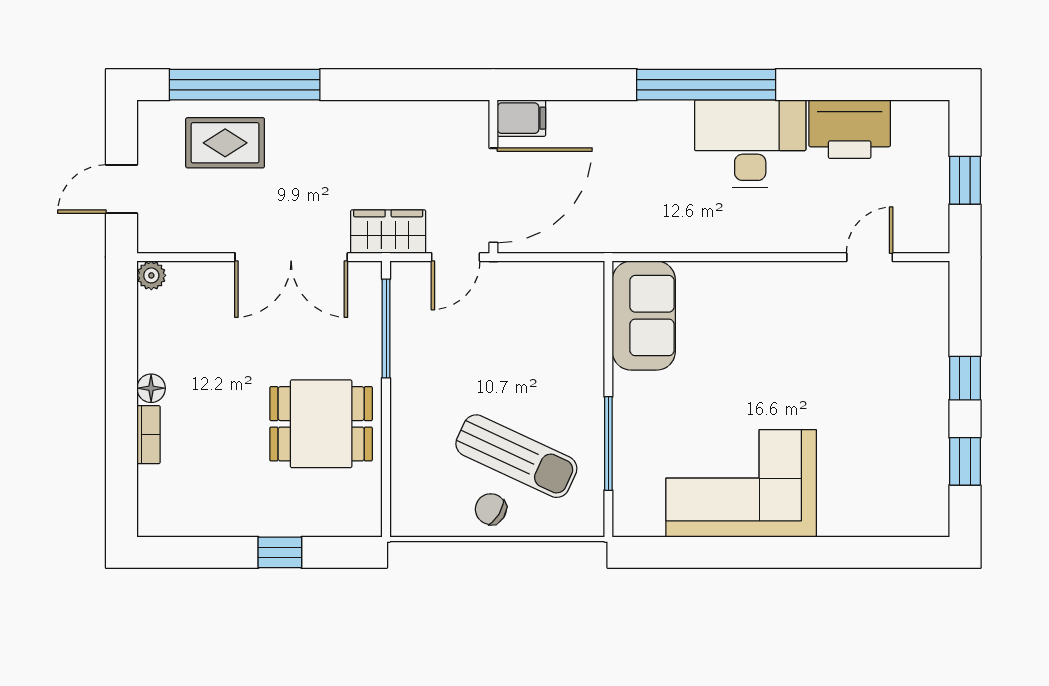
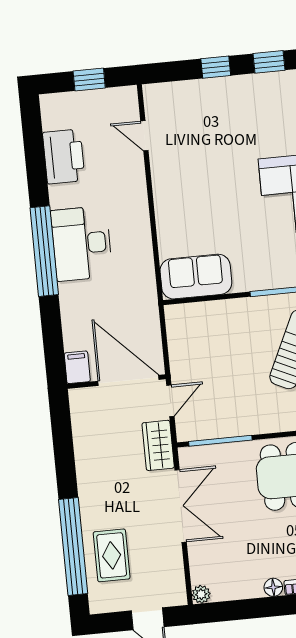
desk: (750, 144) -> (82, 243), moved
door: (456, 257) -> (170, 401), hinge flipped

